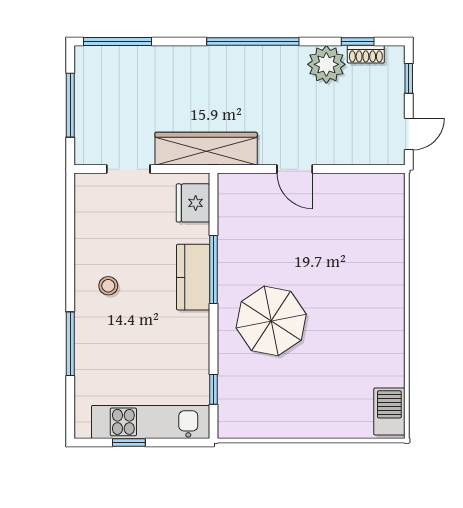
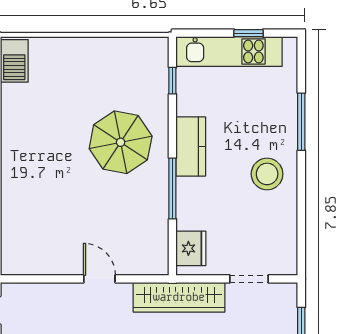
kitchen counter: (193, 277) -> (191, 146), moved
stool: (108, 286) -> (267, 174), width x1.89, depth x1.89

